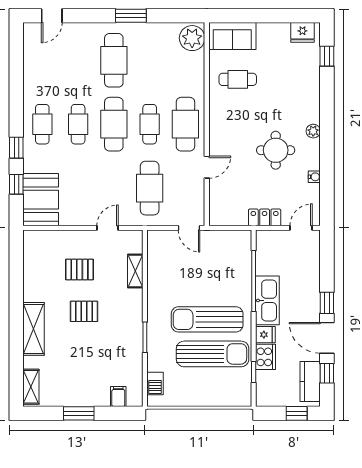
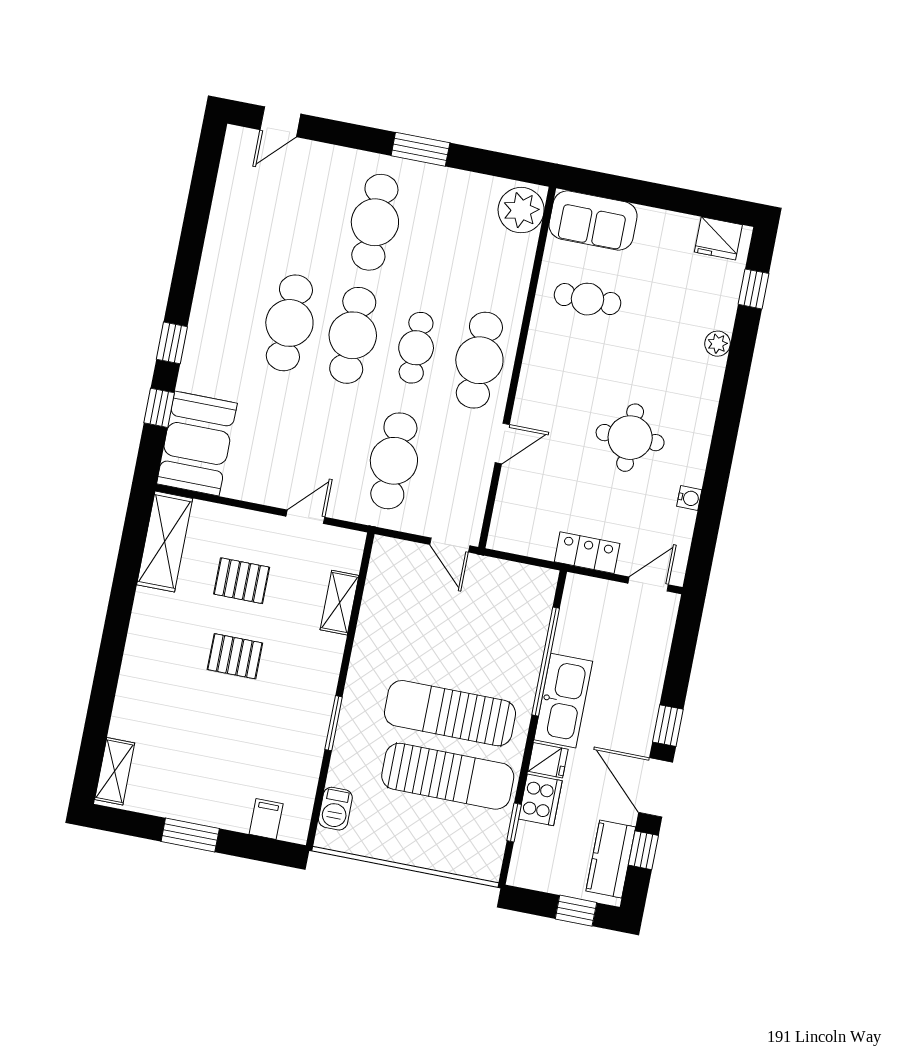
cafe table: (42, 124) -> (226, 310), removed
cafe table: (78, 124) -> (289, 323), width x1.37, depth x1.35
plant: (313, 131) -> (718, 344), moved
shelving: (34, 329) -> (165, 542), moved

